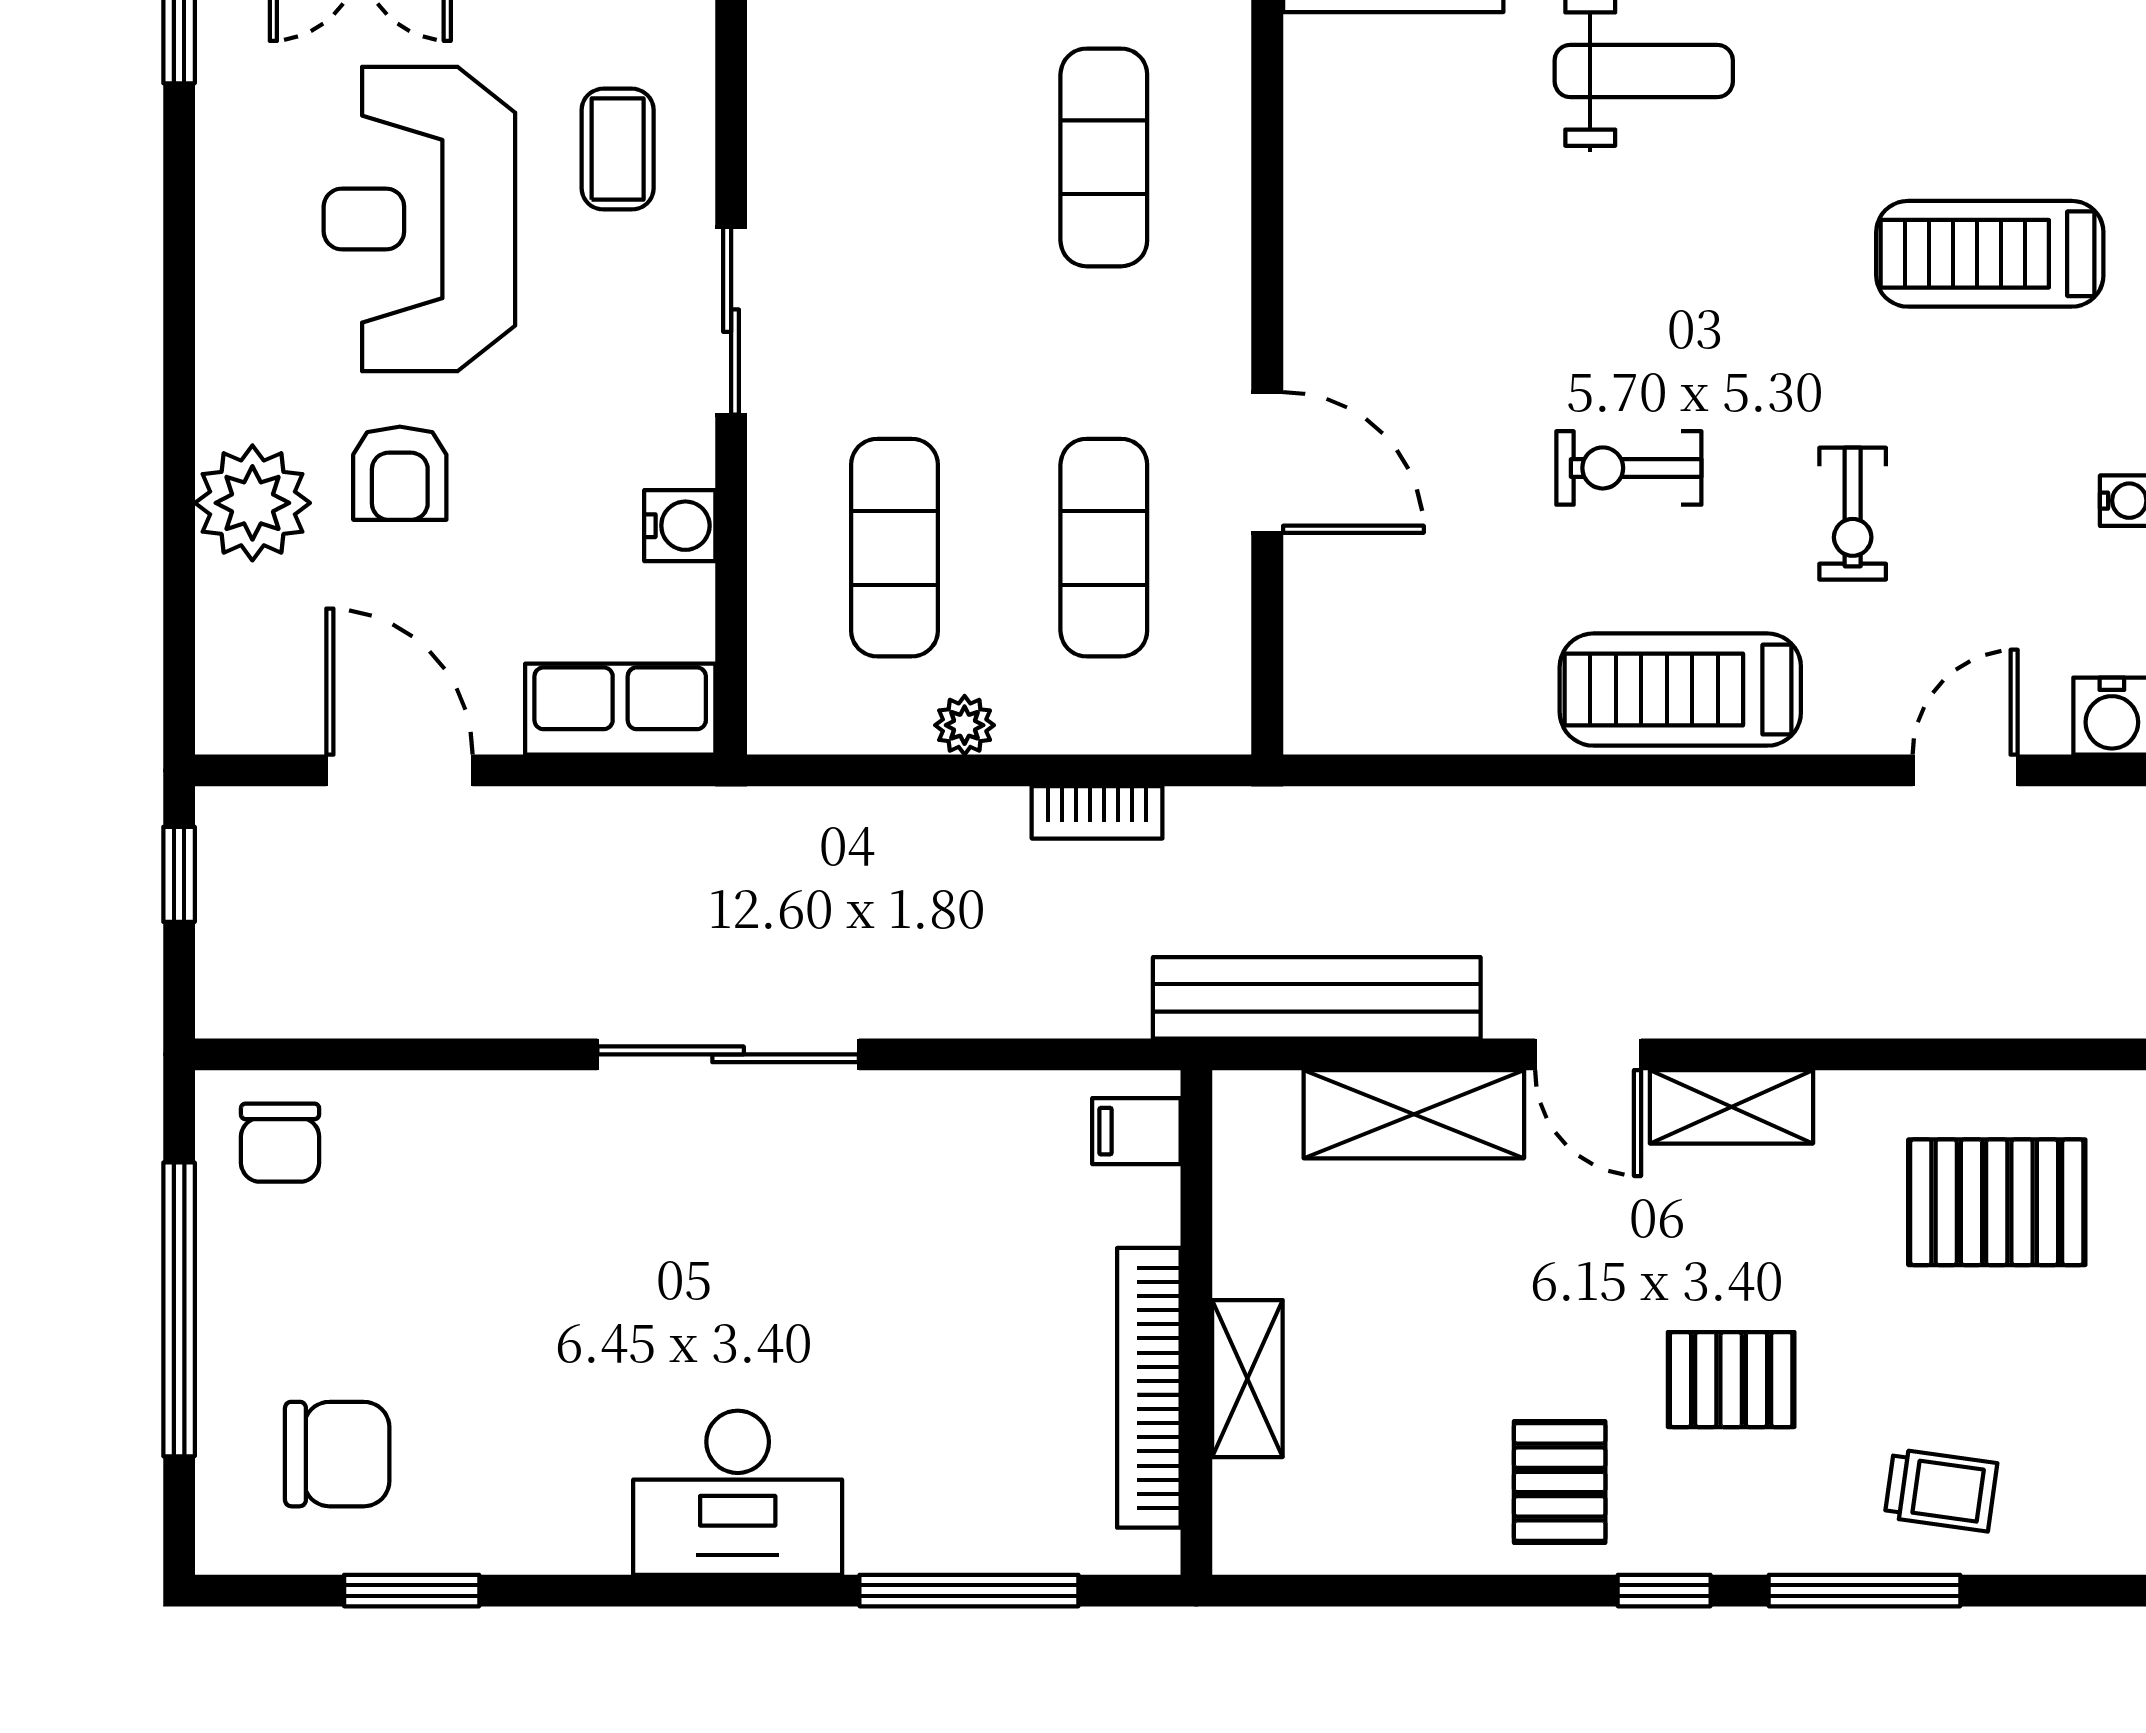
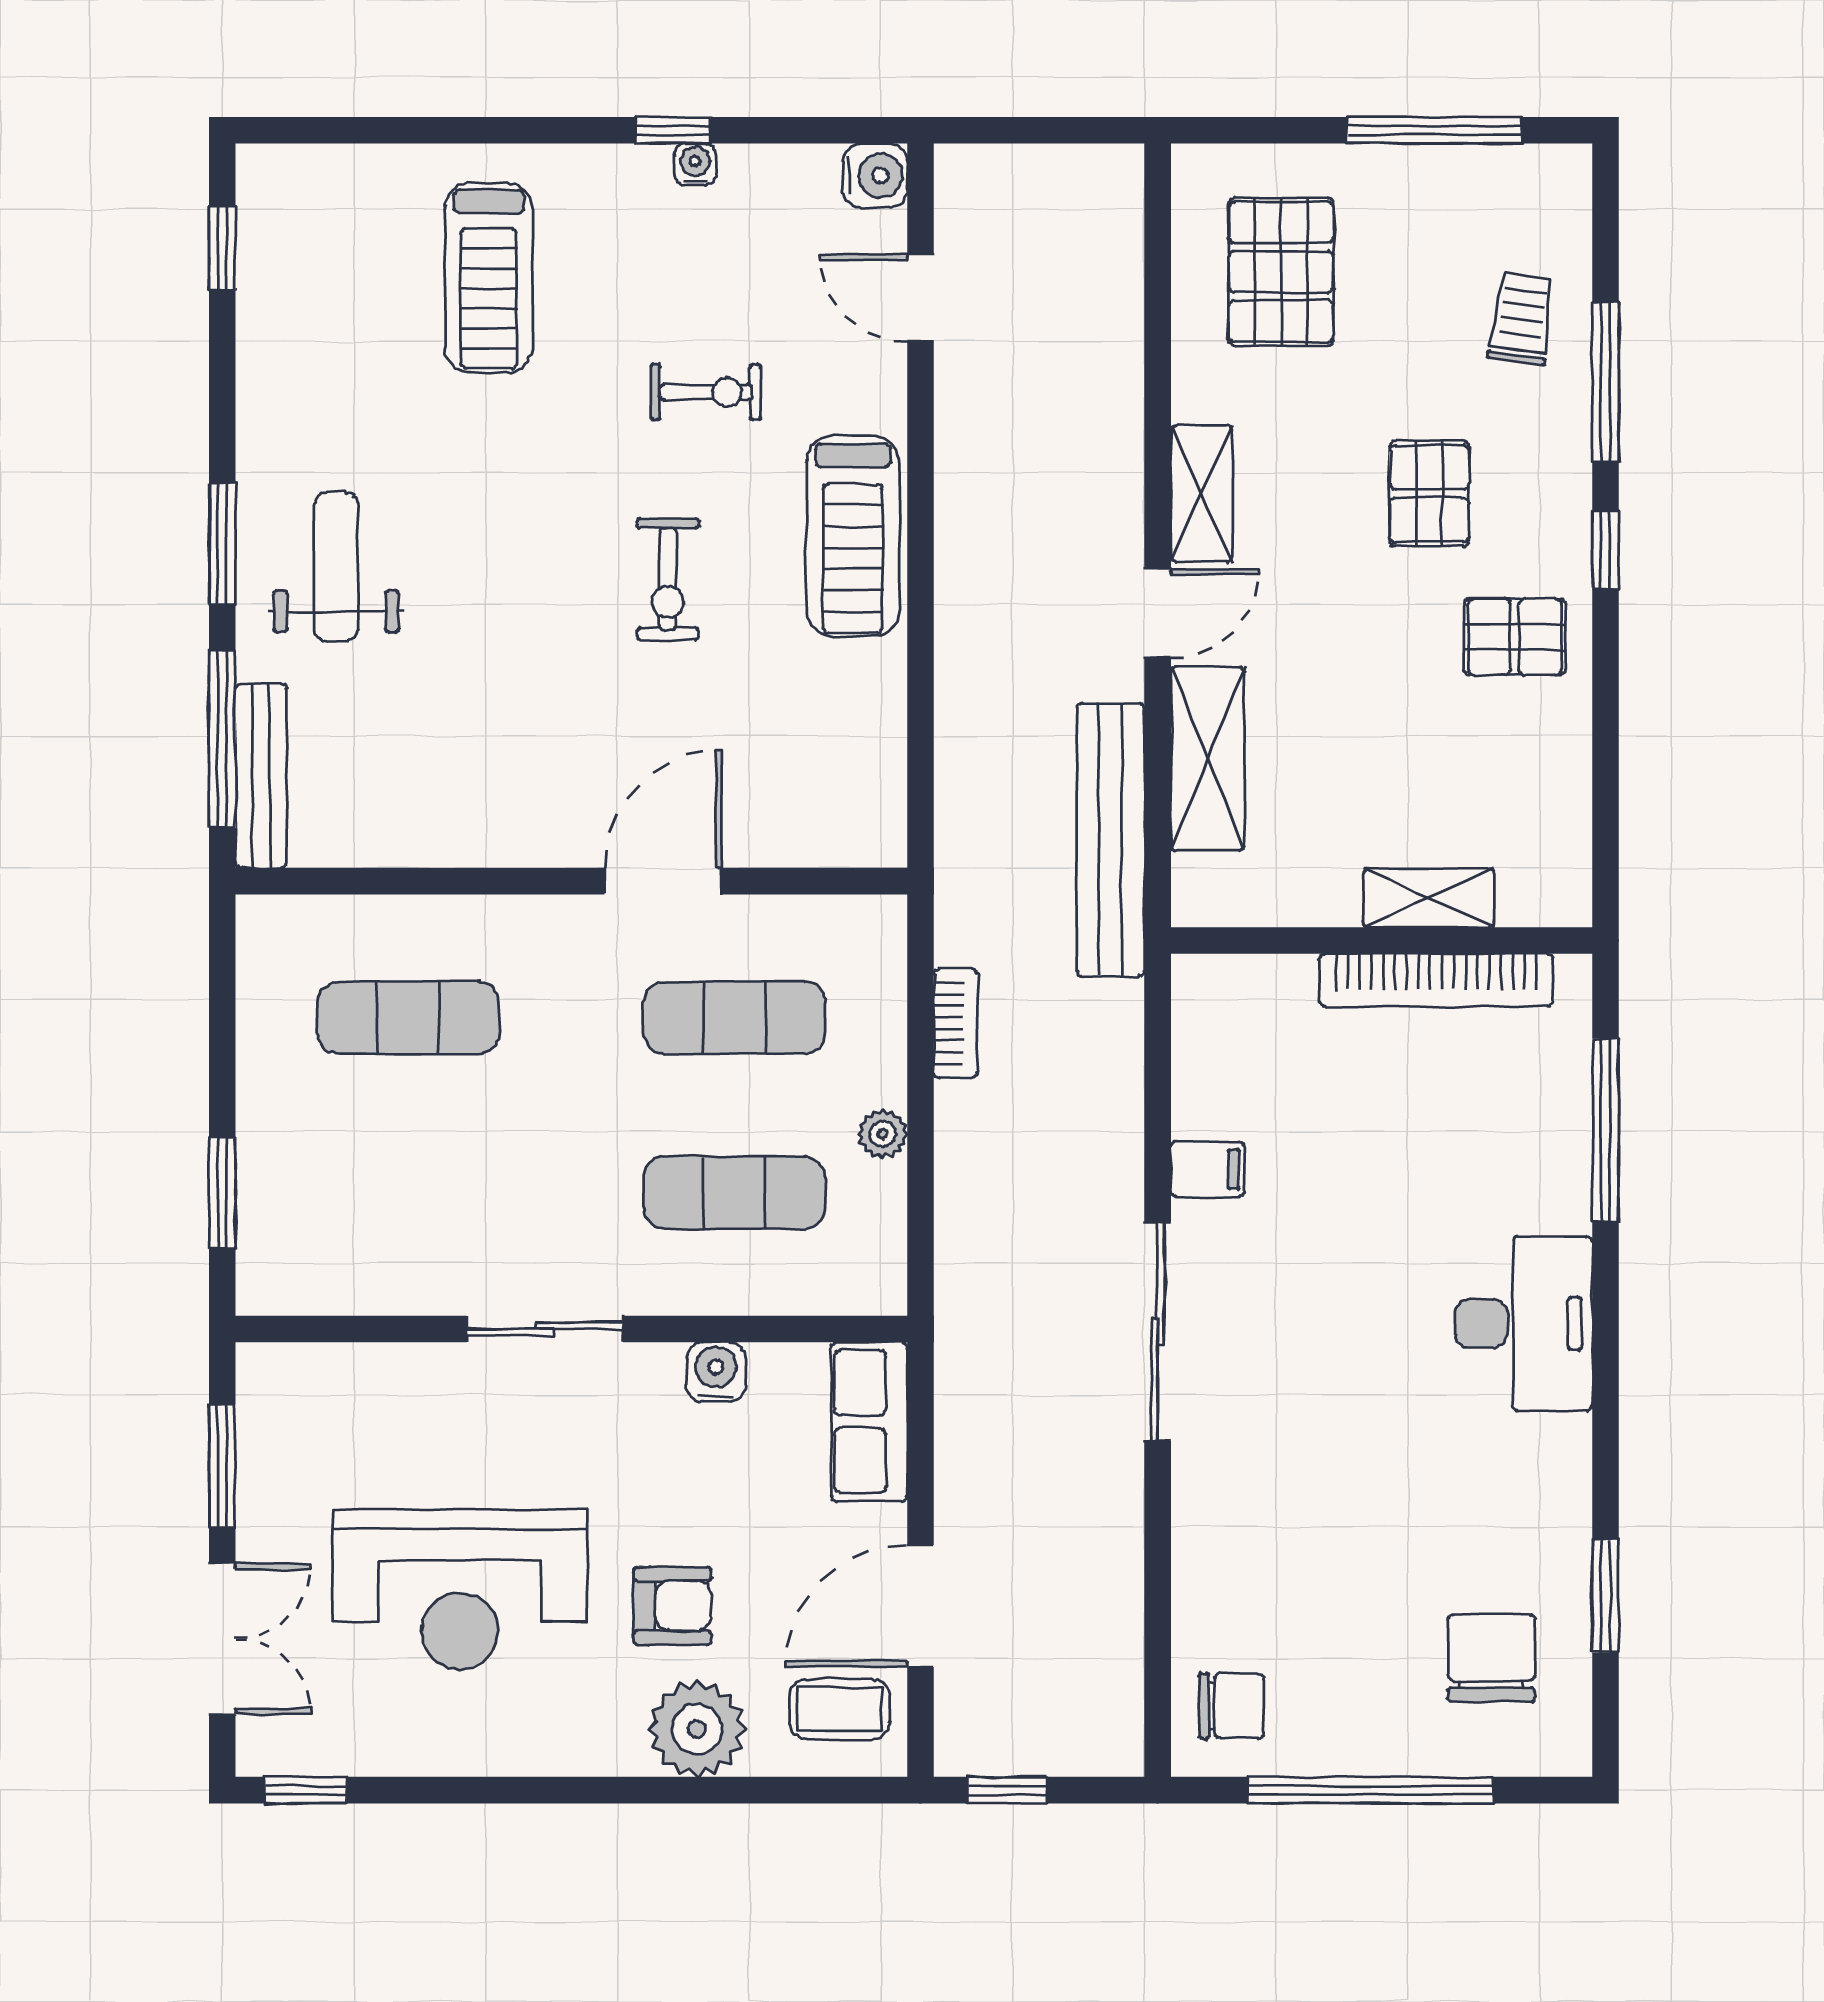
coffee table: (618, 149) -> (840, 1709), moved
filing cabinet: (1136, 1131) -> (1208, 1169), moved, turned -90

